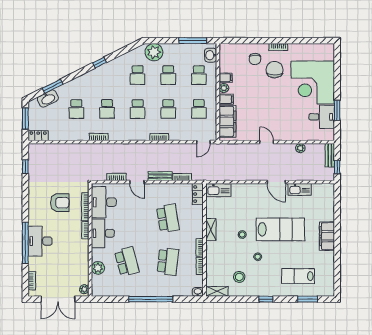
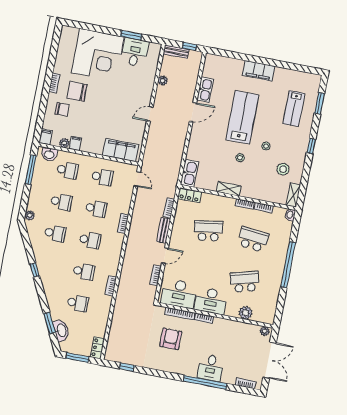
plant: (154, 52) -> (30, 215), width x0.53, depth x0.53
plant: (224, 88) -> (64, 143), moved
filing cabinet: (226, 99) -> (46, 137), moved
desk: (40, 241) -> (211, 368), width x0.73

